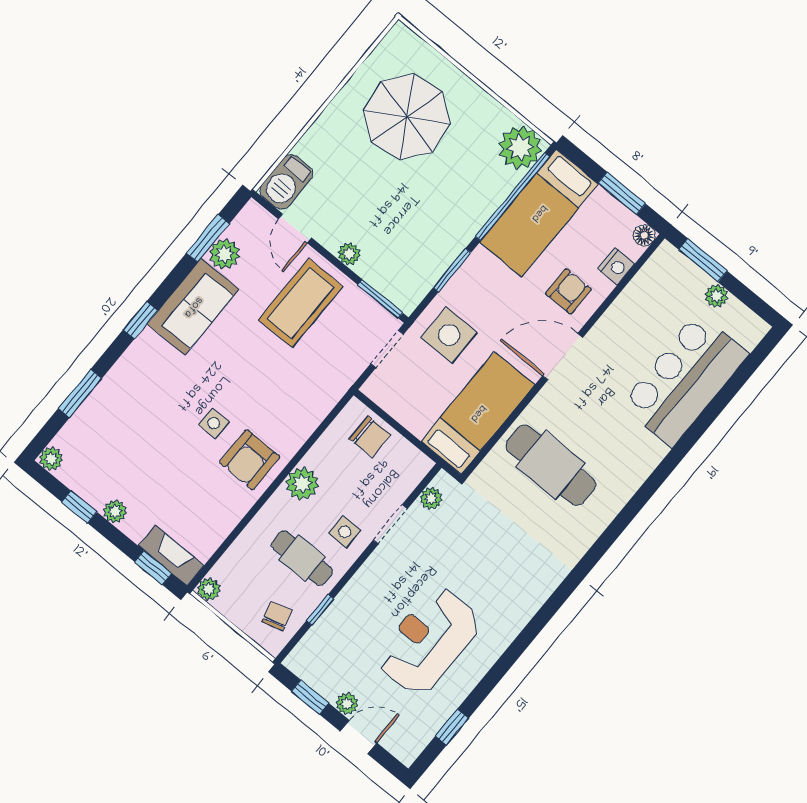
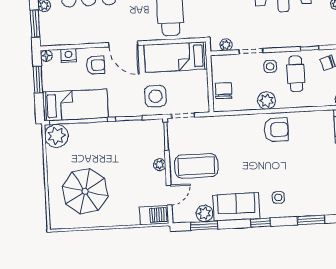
armchair: (568, 291) -> (95, 65), turned 180
side table: (214, 423) -> (278, 197), moved

